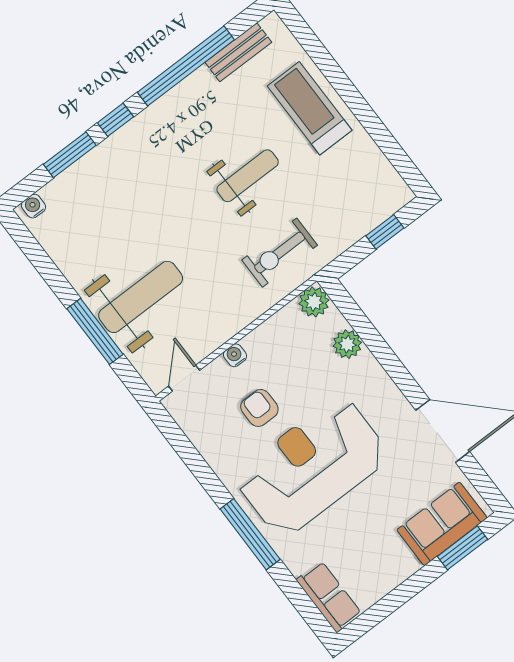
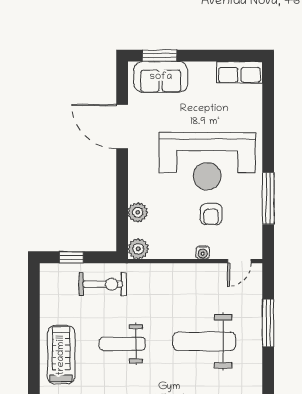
treadmill: (310, 108) -> (61, 355), turned 180
exercise bike: (280, 253) -> (103, 284), moved
weight bench: (141, 297) -> (204, 341), moved
window: (250, 534) -> (268, 198), moved
row of seats: (329, 597) -> (240, 72), moved, turned -90

